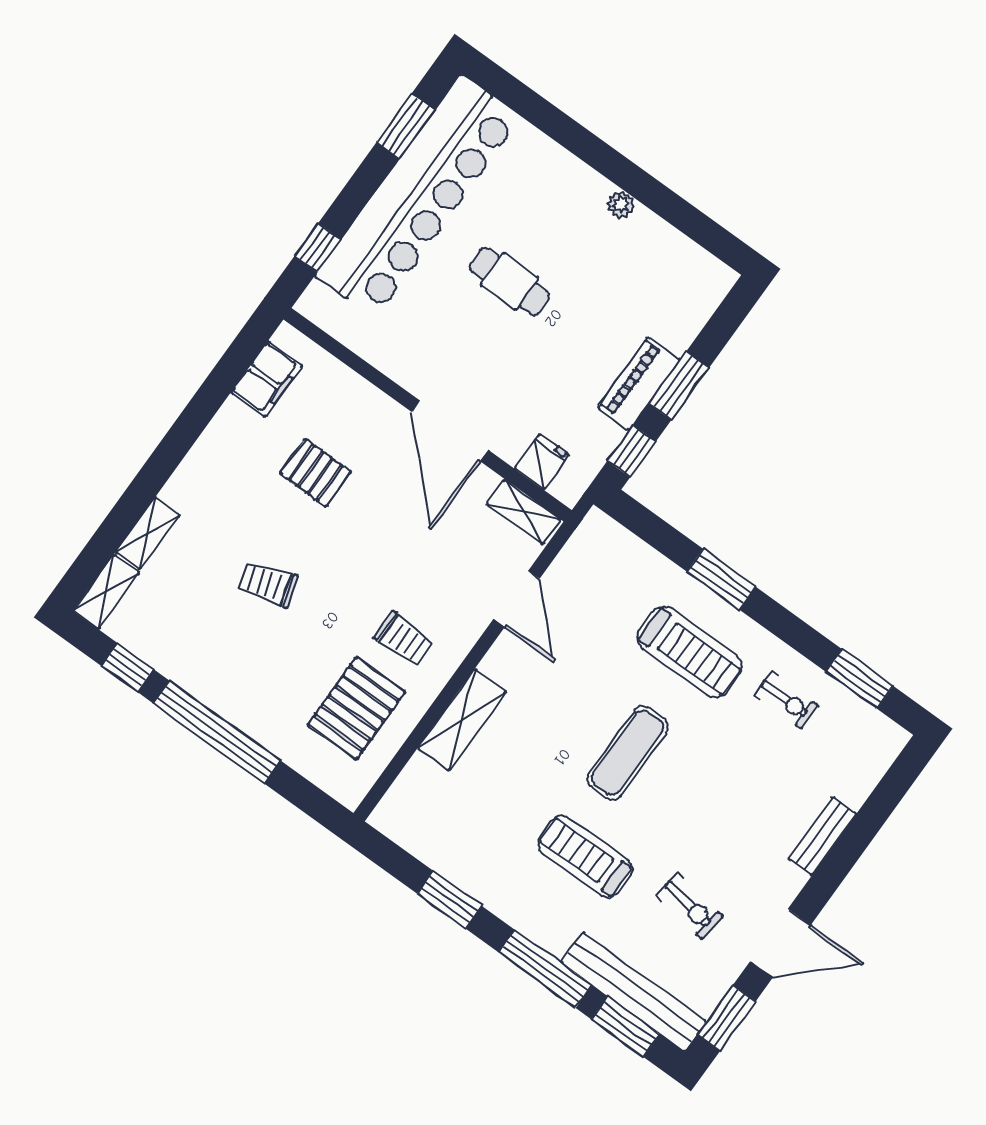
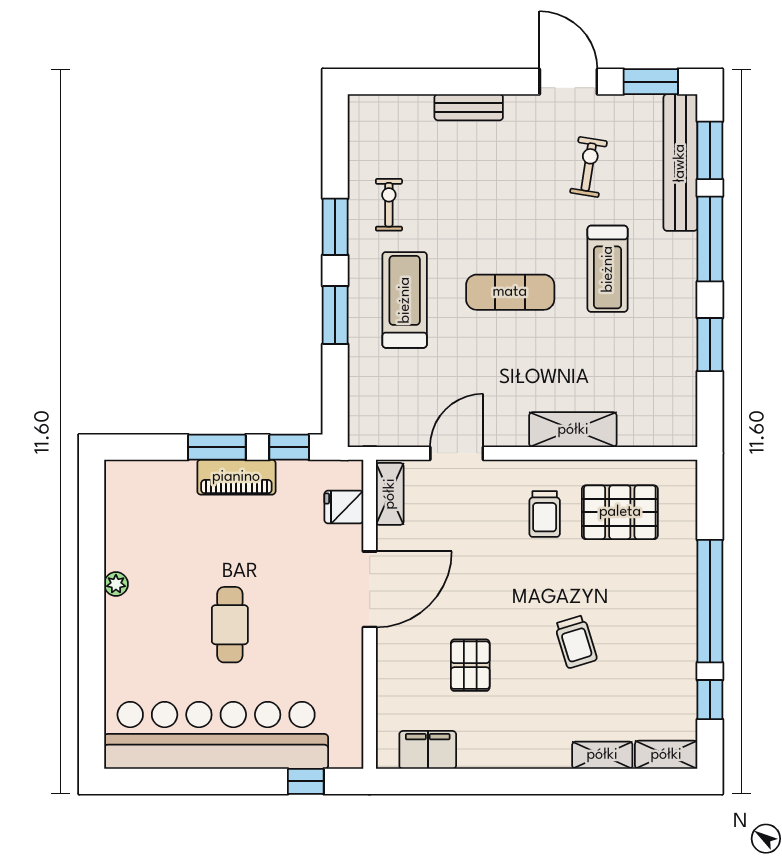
window: (405, 126) -> (172, 781), removed
trolley: (404, 639) -> (545, 514), turned 180
window: (859, 679) -> (335, 227), moved

